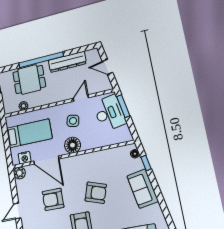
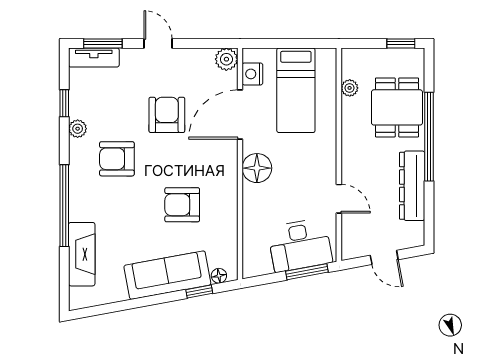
door: (107, 67) -> (384, 257), swing flipped
side table: (73, 121) -> (301, 177), removed
sofa: (143, 189) -> (167, 275), width x1.36
armchair: (96, 193) -> (182, 205), moved, turned 72

